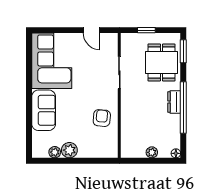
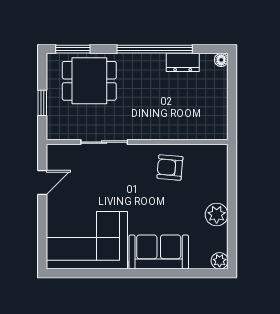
dresser: (174, 102) -> (183, 62), moved
plant: (55, 152) -> (220, 261), moved
plant: (152, 152) -> (220, 95), removed

